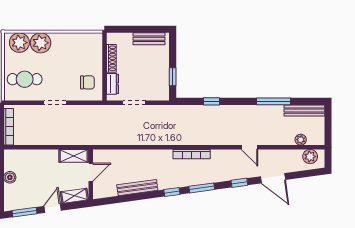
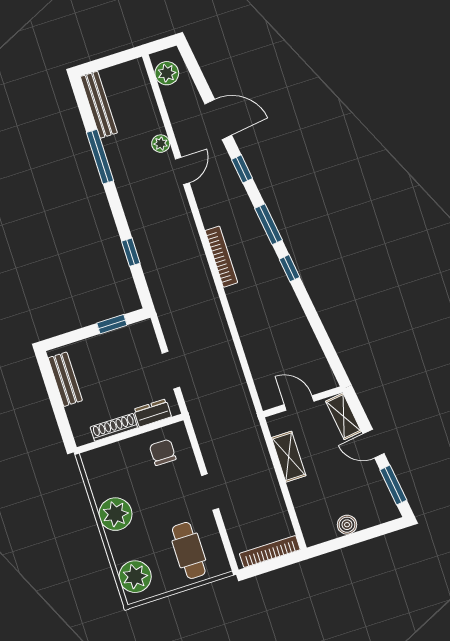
plant: (41, 43) -> (115, 514), moved
plant: (301, 140) -> (161, 144), moved
shelving: (74, 156) -> (289, 457), moved
door: (273, 178) -> (218, 119), hinge flipped
bench: (137, 188) -> (300, 324), removed

